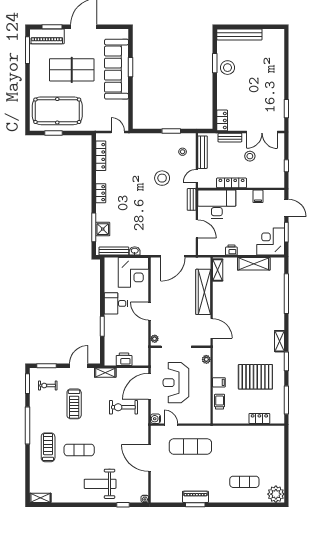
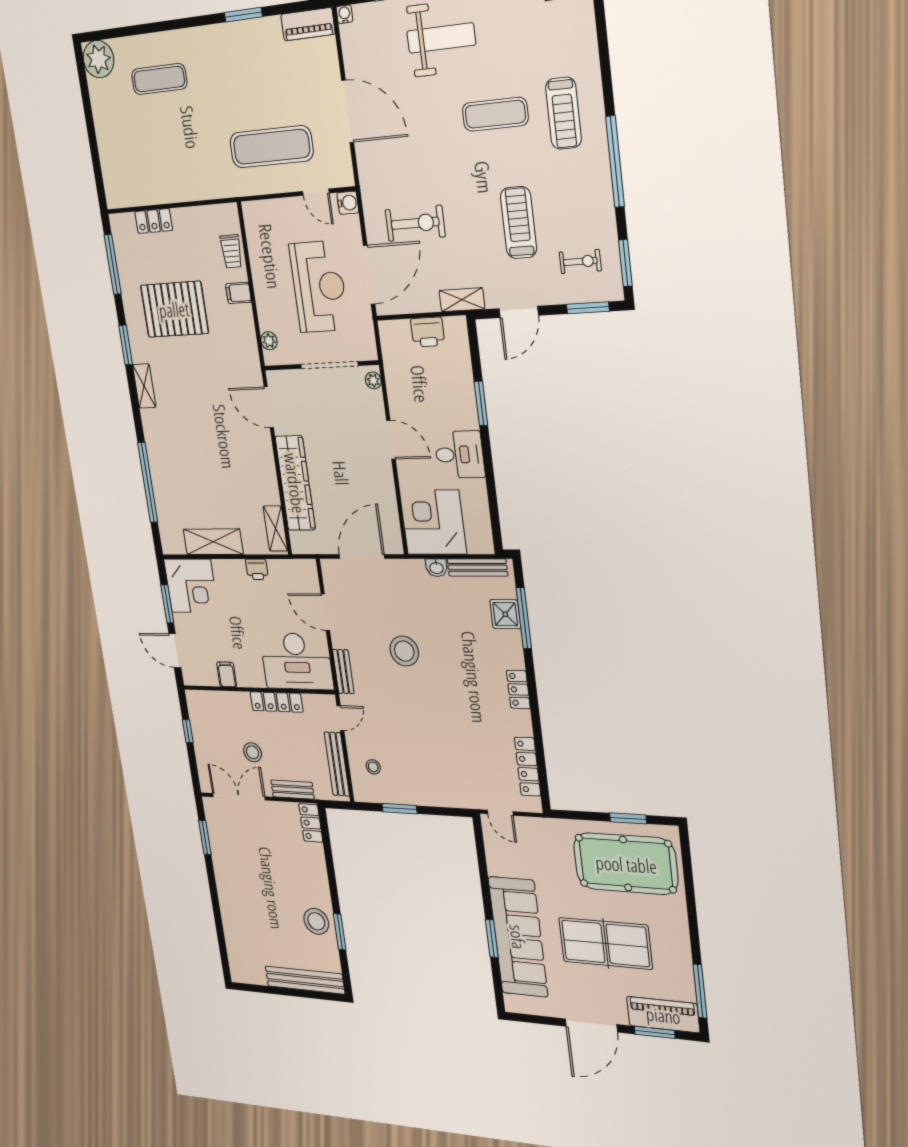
stool: (162, 178) -> (404, 651), moved
piano: (195, 497) -> (308, 24), moved

